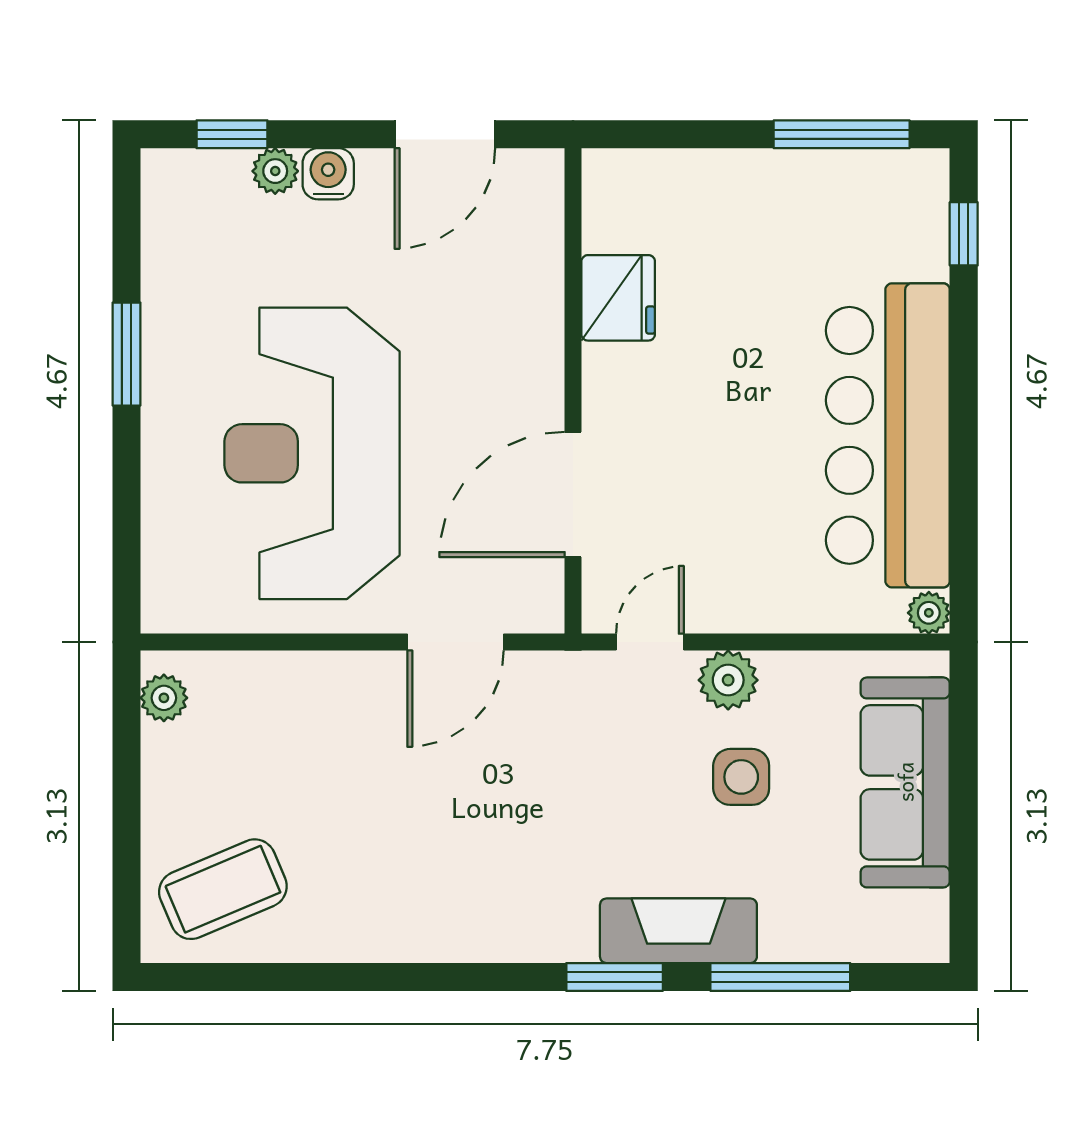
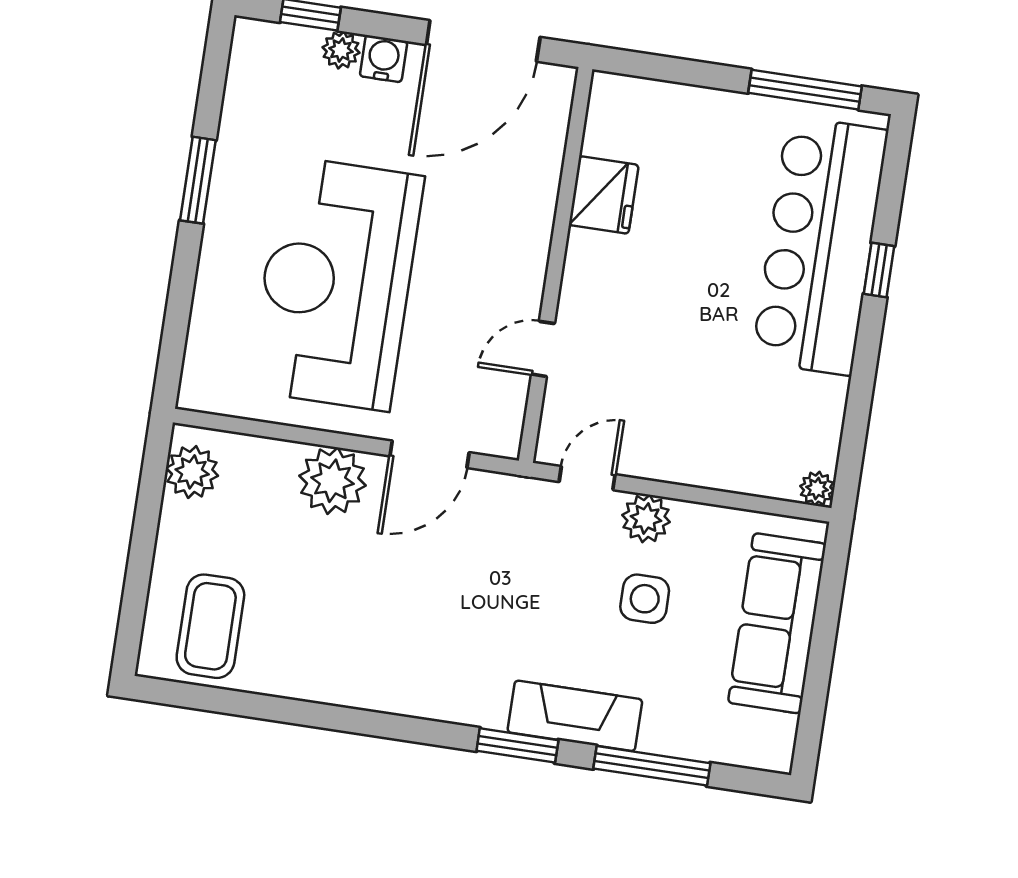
door: (445, 134) -> (483, 41), width x1.36
window: (964, 234) -> (879, 270), moved
bar counter: (888, 435) -> (820, 246), moved
door: (573, 494) -> (543, 349), width x0.53
plant: (344, 692) -> (333, 481), added
plant: (164, 698) -> (192, 472), width x1.38, depth x1.38
coffee table: (223, 889) -> (210, 626), turned -67

